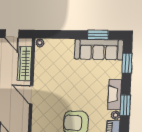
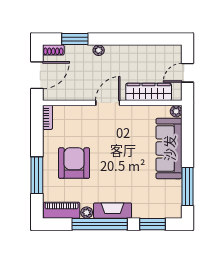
window: (98, 35) -> (188, 186), width x1.44
sofa: (99, 50) -> (169, 148), moved
window: (125, 105) -> (100, 224), width x2.11

